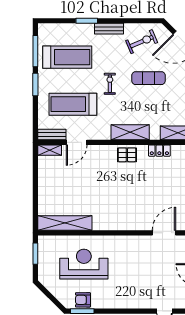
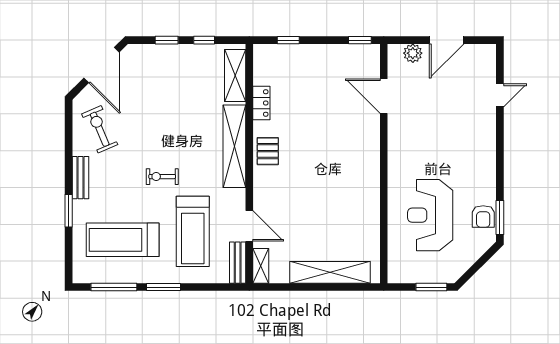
treadmill: (67, 57) -> (123, 240), turned -90
exercise mat: (148, 78) -> (154, 119), removed
shelving: (130, 132) -> (234, 146), width x1.47
shelving: (65, 223) -> (330, 272), moved, turned 90
window: (35, 254) -> (431, 287), moved

